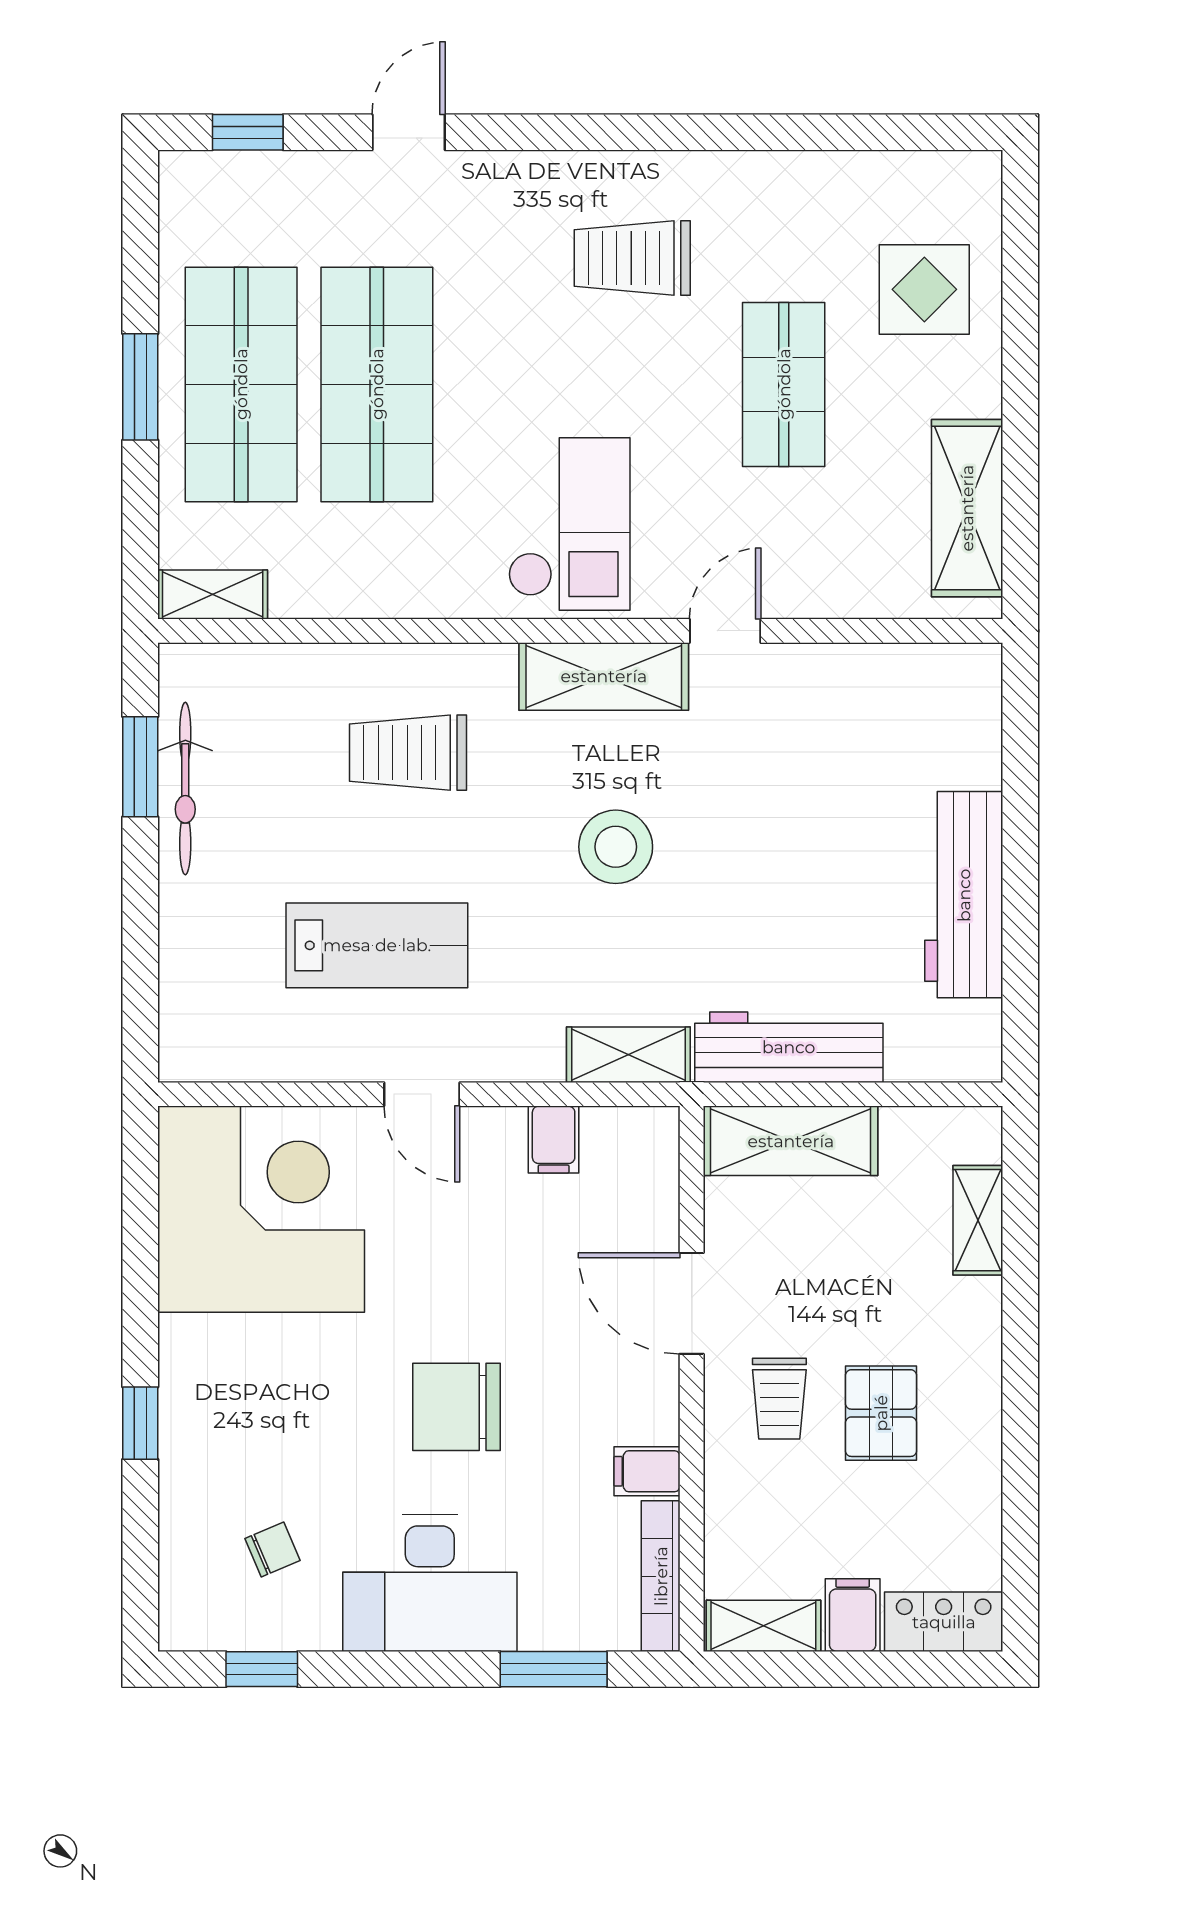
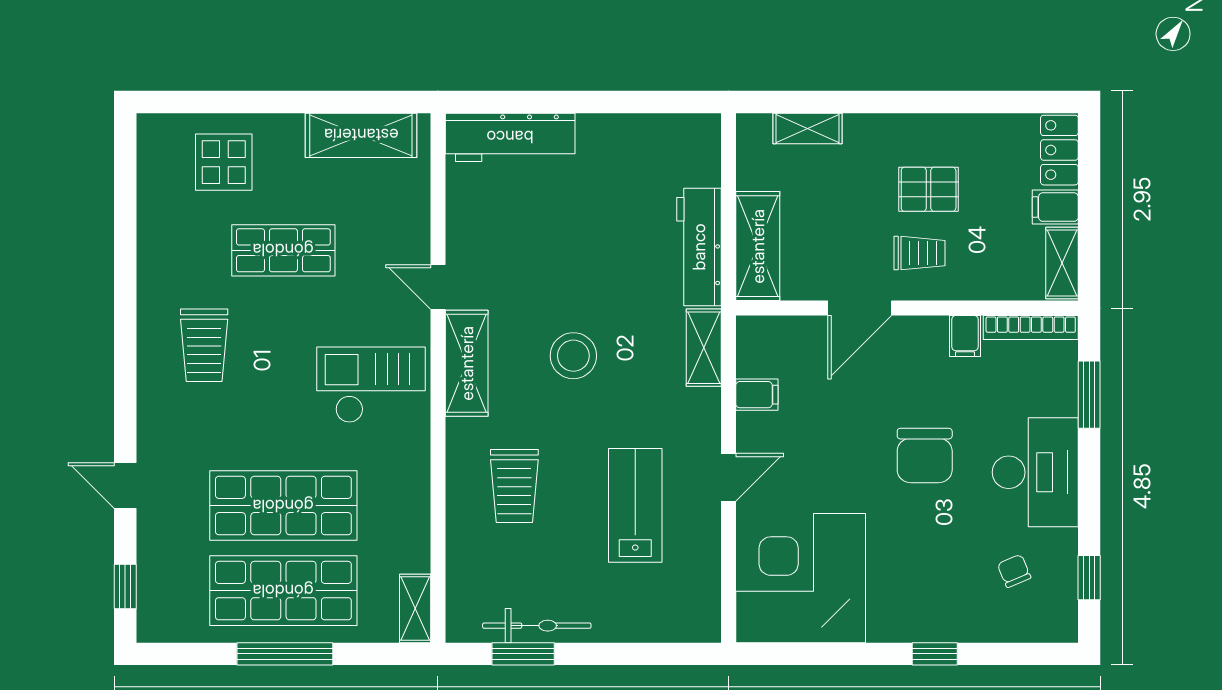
window: (140, 387) -> (285, 654), width x1.44
workbench: (964, 895) -> (510, 137), moved

